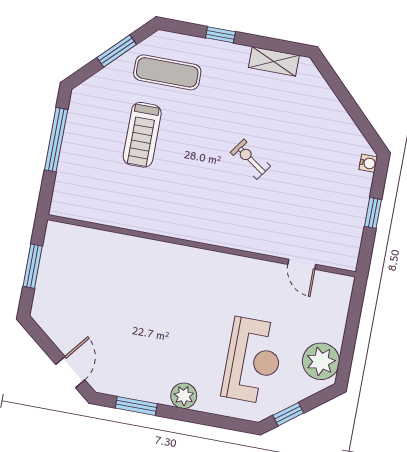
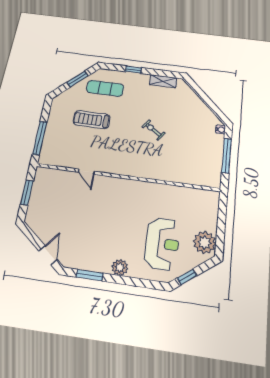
treadmill: (142, 135) -> (92, 120), turned 90
window: (56, 140) -> (40, 138), moved
window: (373, 213) -> (227, 156), width x2.17
door: (302, 264) -> (86, 172), moved

